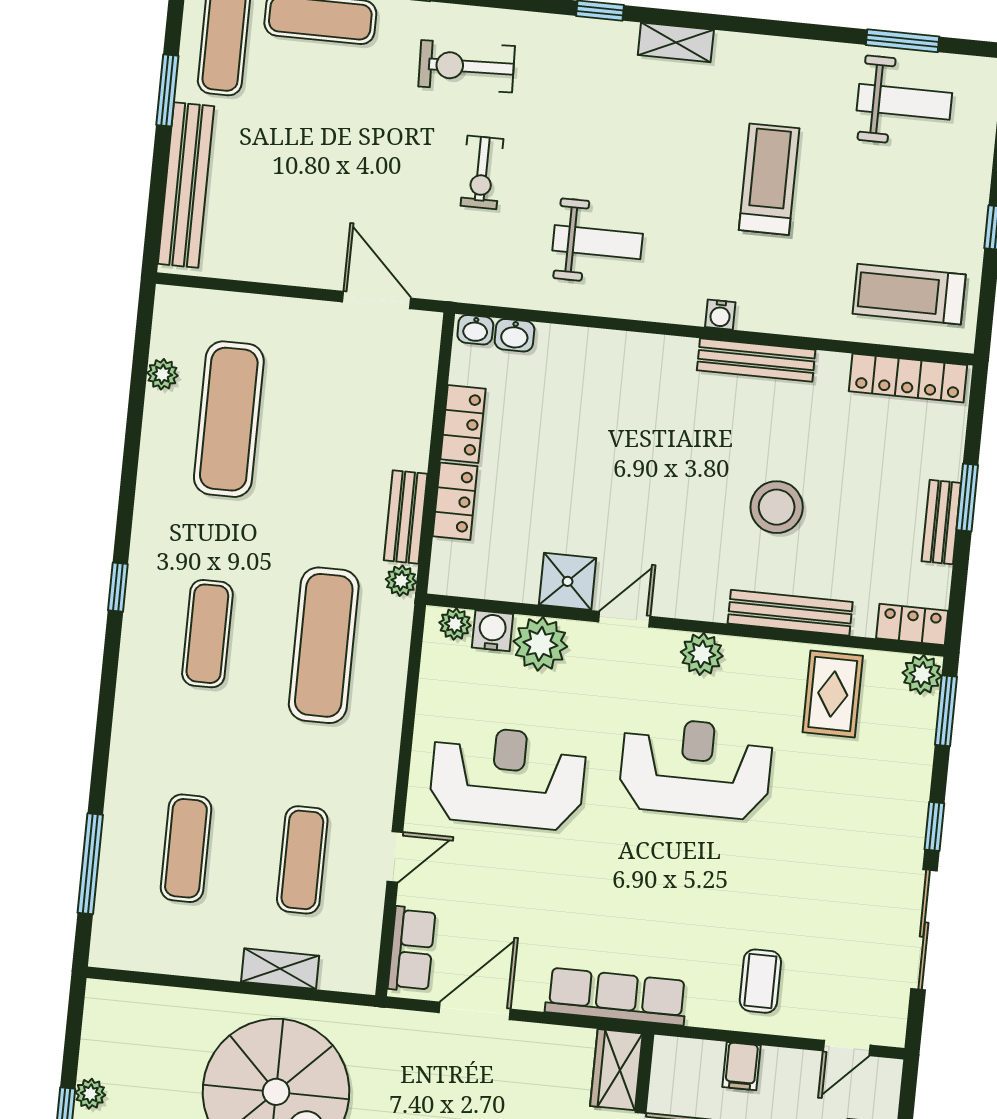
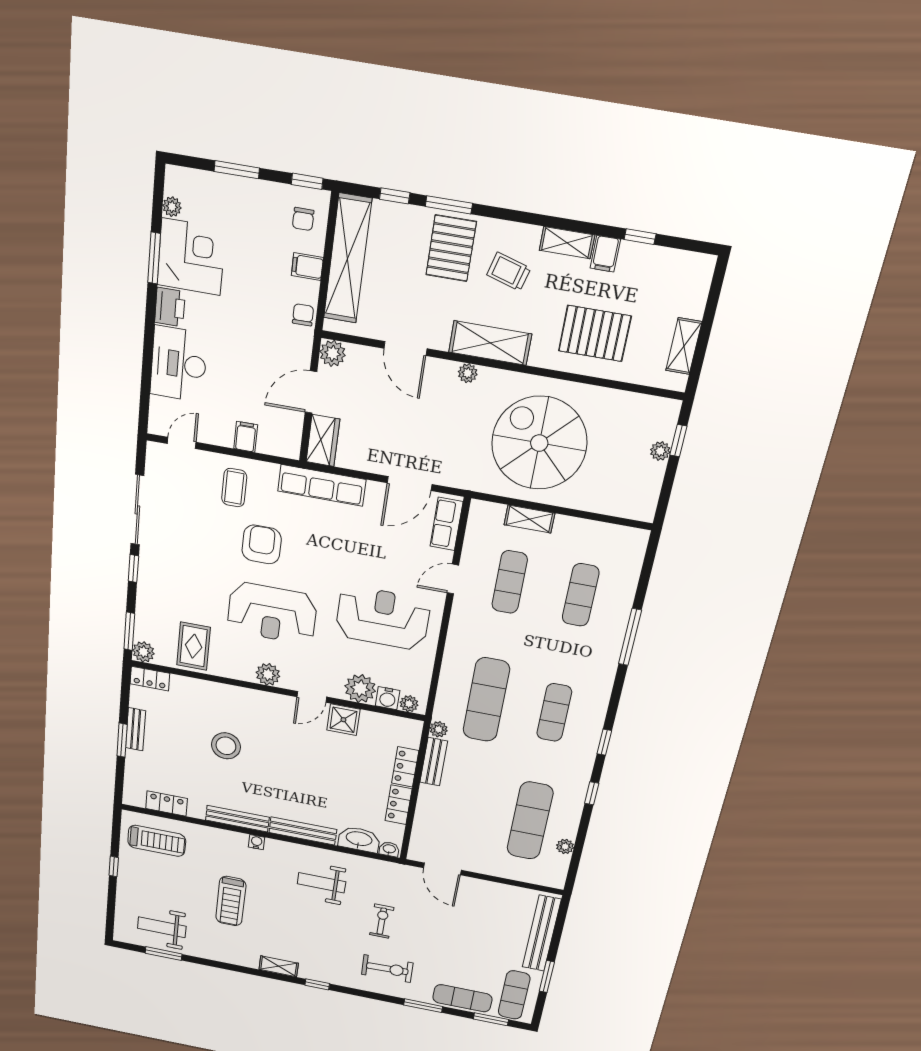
washbasin: (515, 335) -> (359, 839), width x1.91, depth x1.45
locker: (908, 378) -> (167, 804), width x0.66
window: (128, 486) -> (592, 793), added
bench: (790, 613) -> (303, 831), moved
reception desk: (508, 778) -> (383, 618), turned 180
window: (90, 864) -> (630, 637), moved
armchair: (714, 888) -> (262, 544), added

